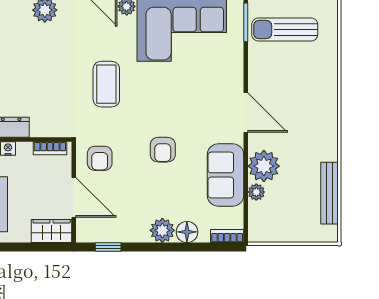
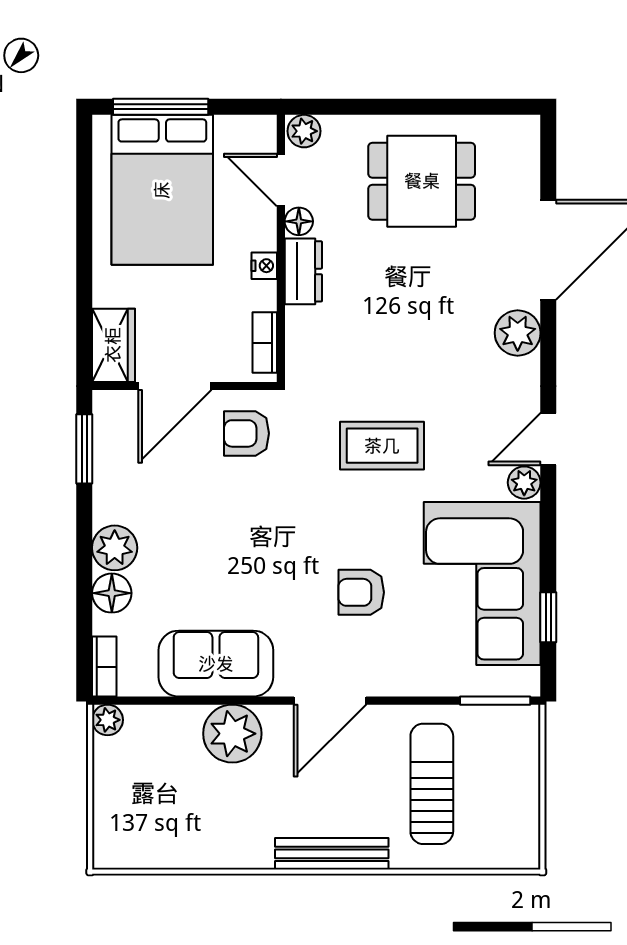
sun lounger: (285, 29) -> (432, 784), moved
armchair: (163, 150) -> (361, 592), moved
plant: (256, 192) -> (108, 720), moved
bench: (330, 193) -> (332, 854), moved
window: (108, 247) -> (84, 449), width x1.50

